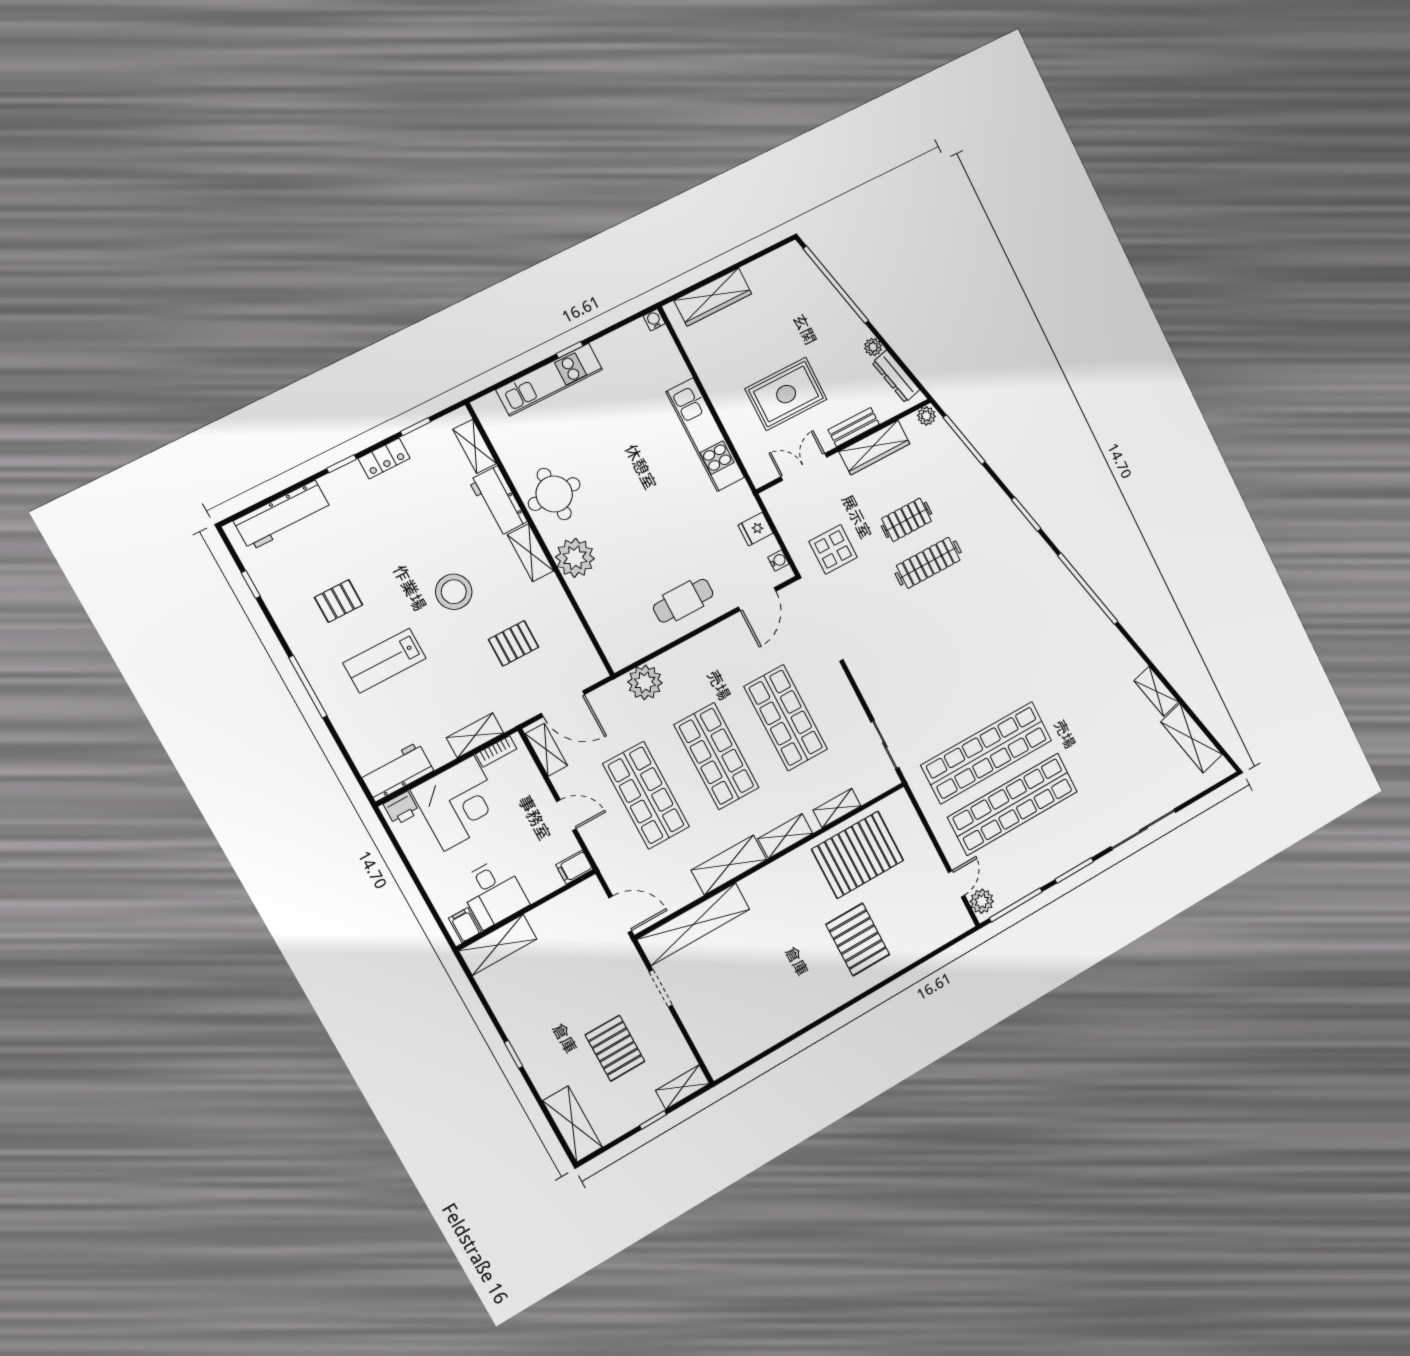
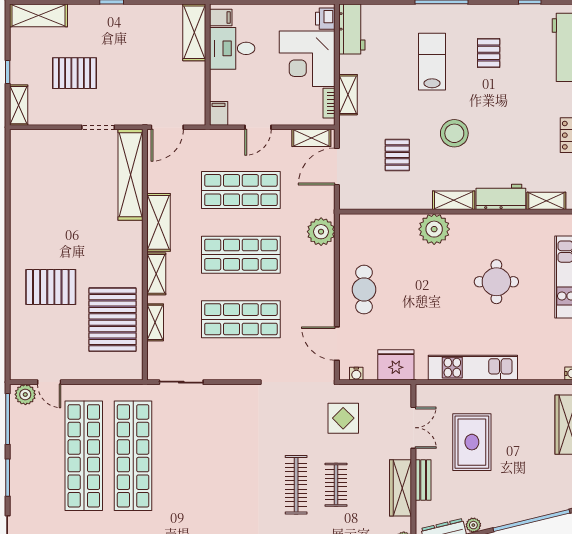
round table: (554, 494) -> (496, 282), moved
fridge: (756, 529) -> (396, 365), width x1.88, depth x1.34

